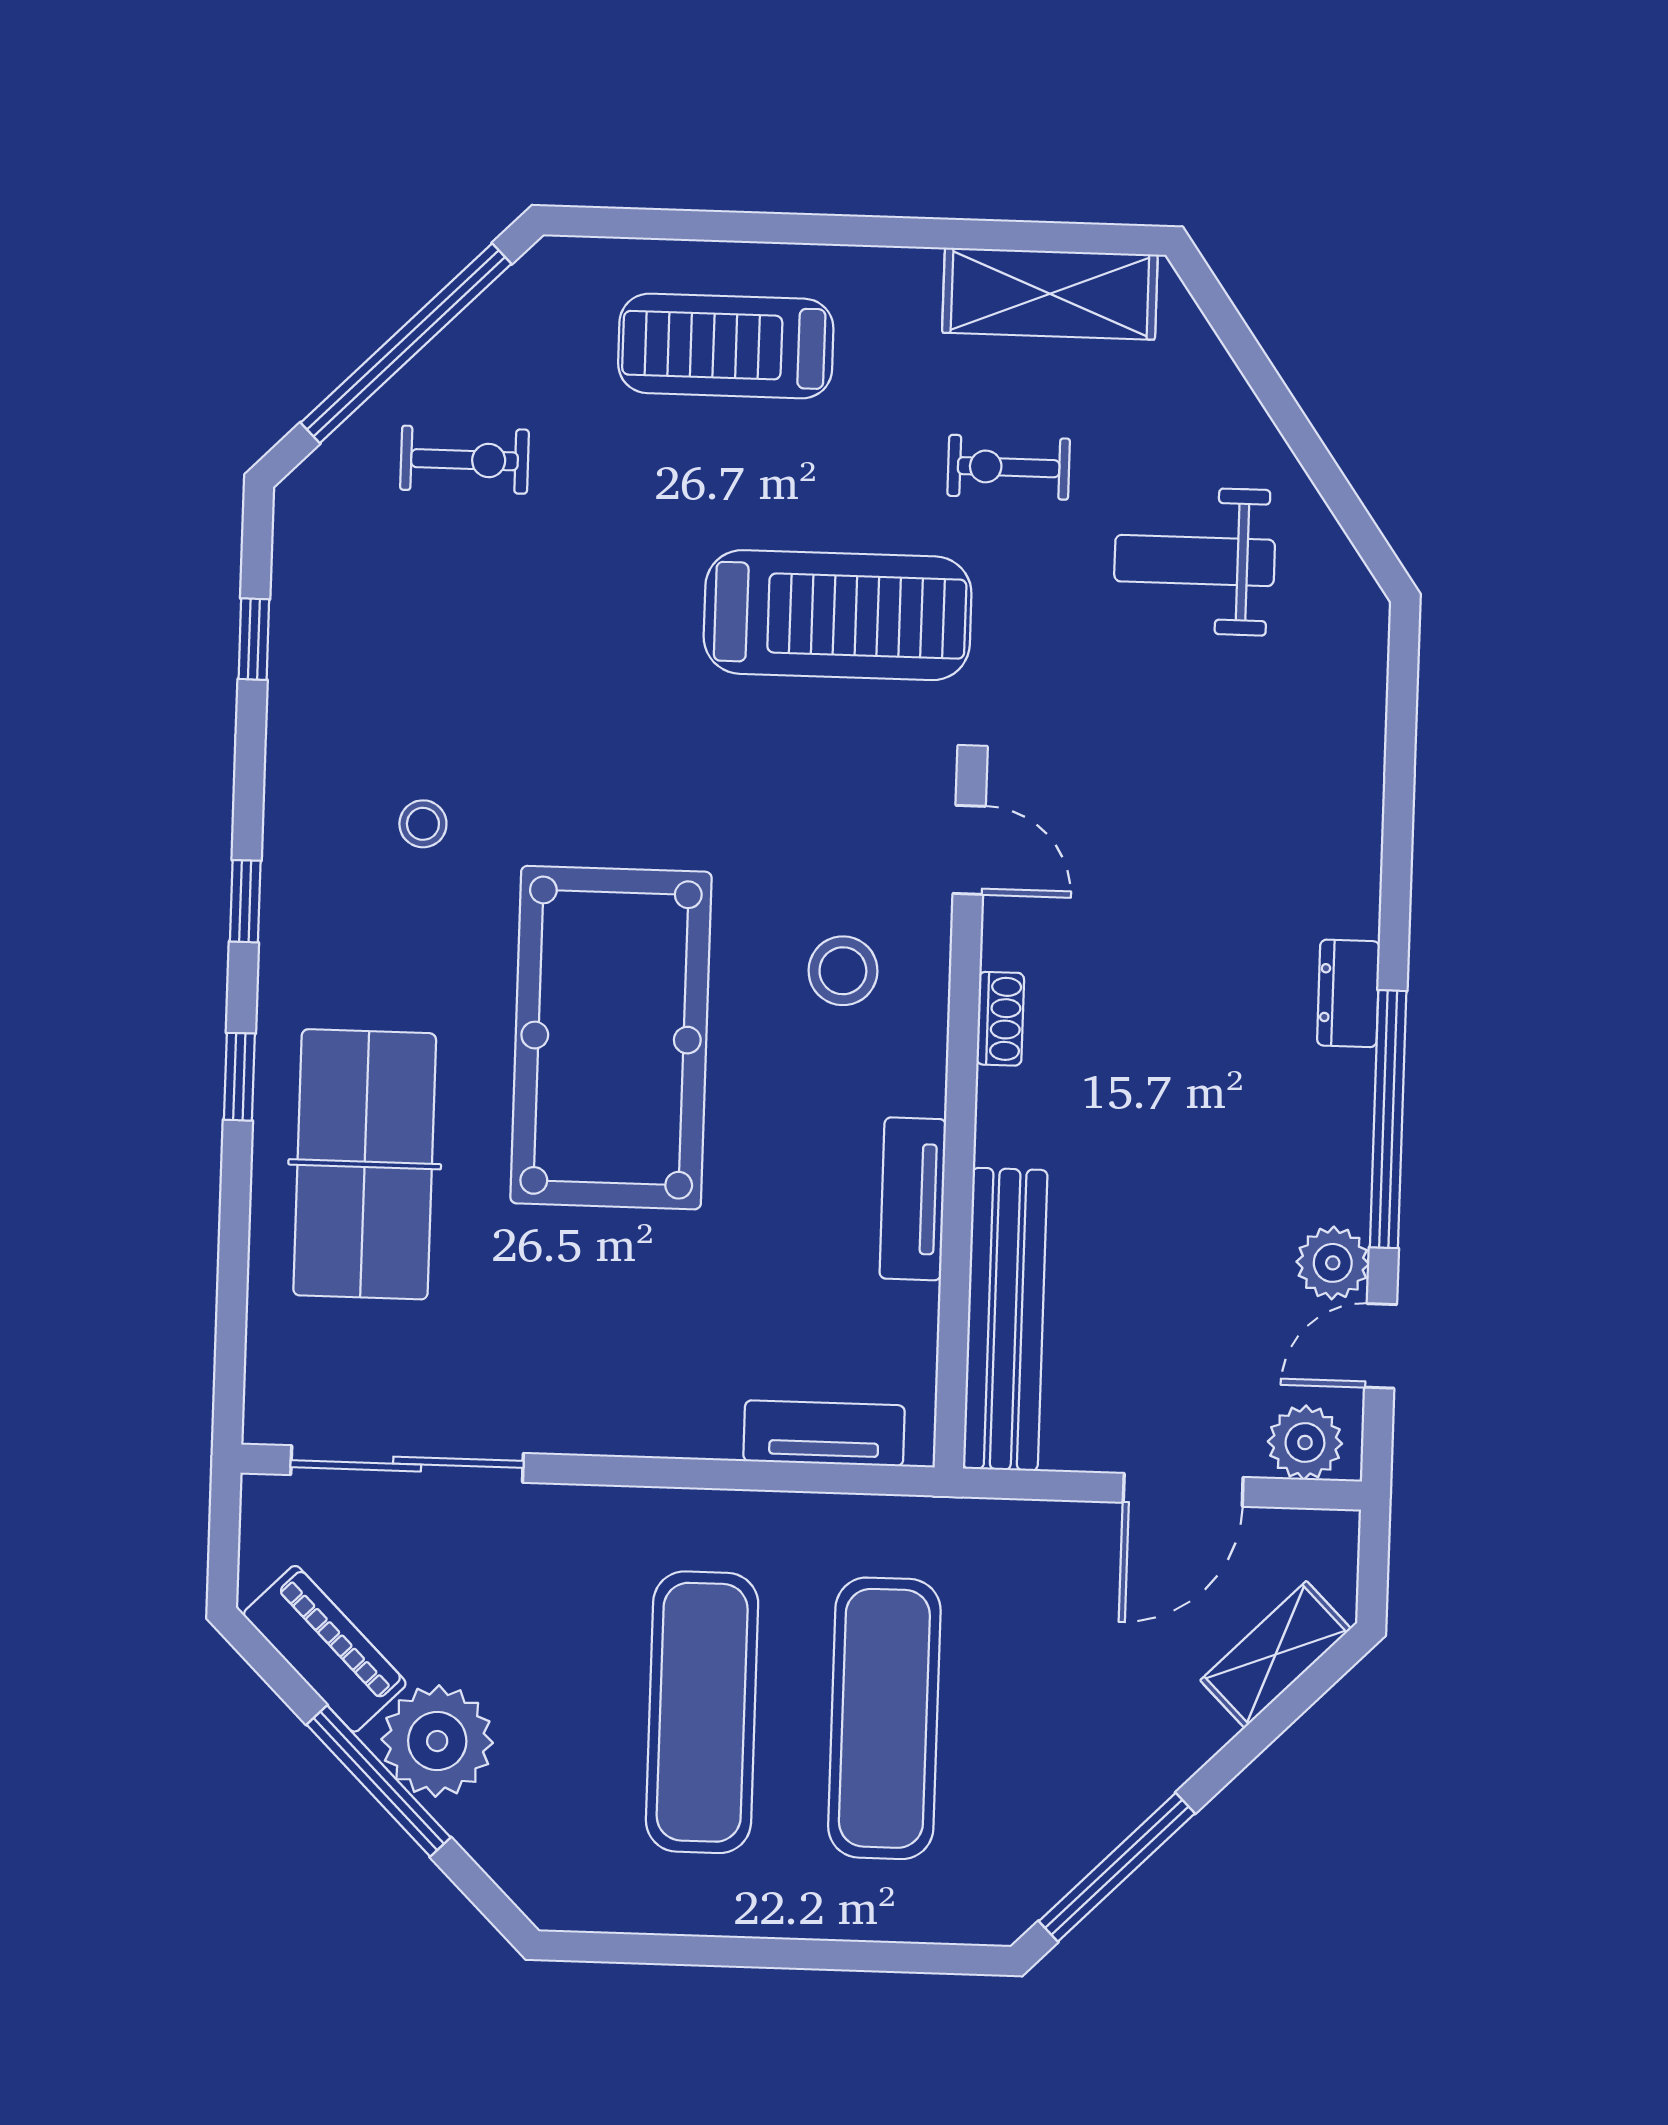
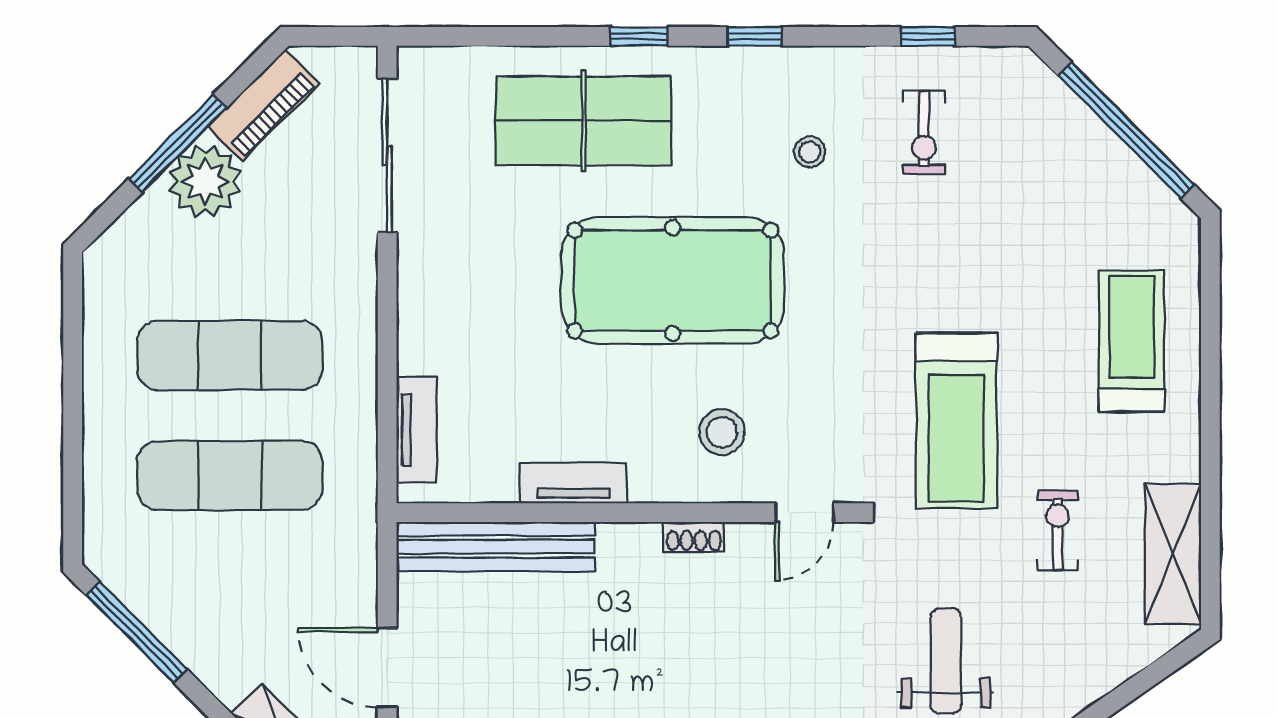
exercise bike: (465, 460) -> (924, 133), moved
weight bench: (1195, 561) -> (946, 661), moved

